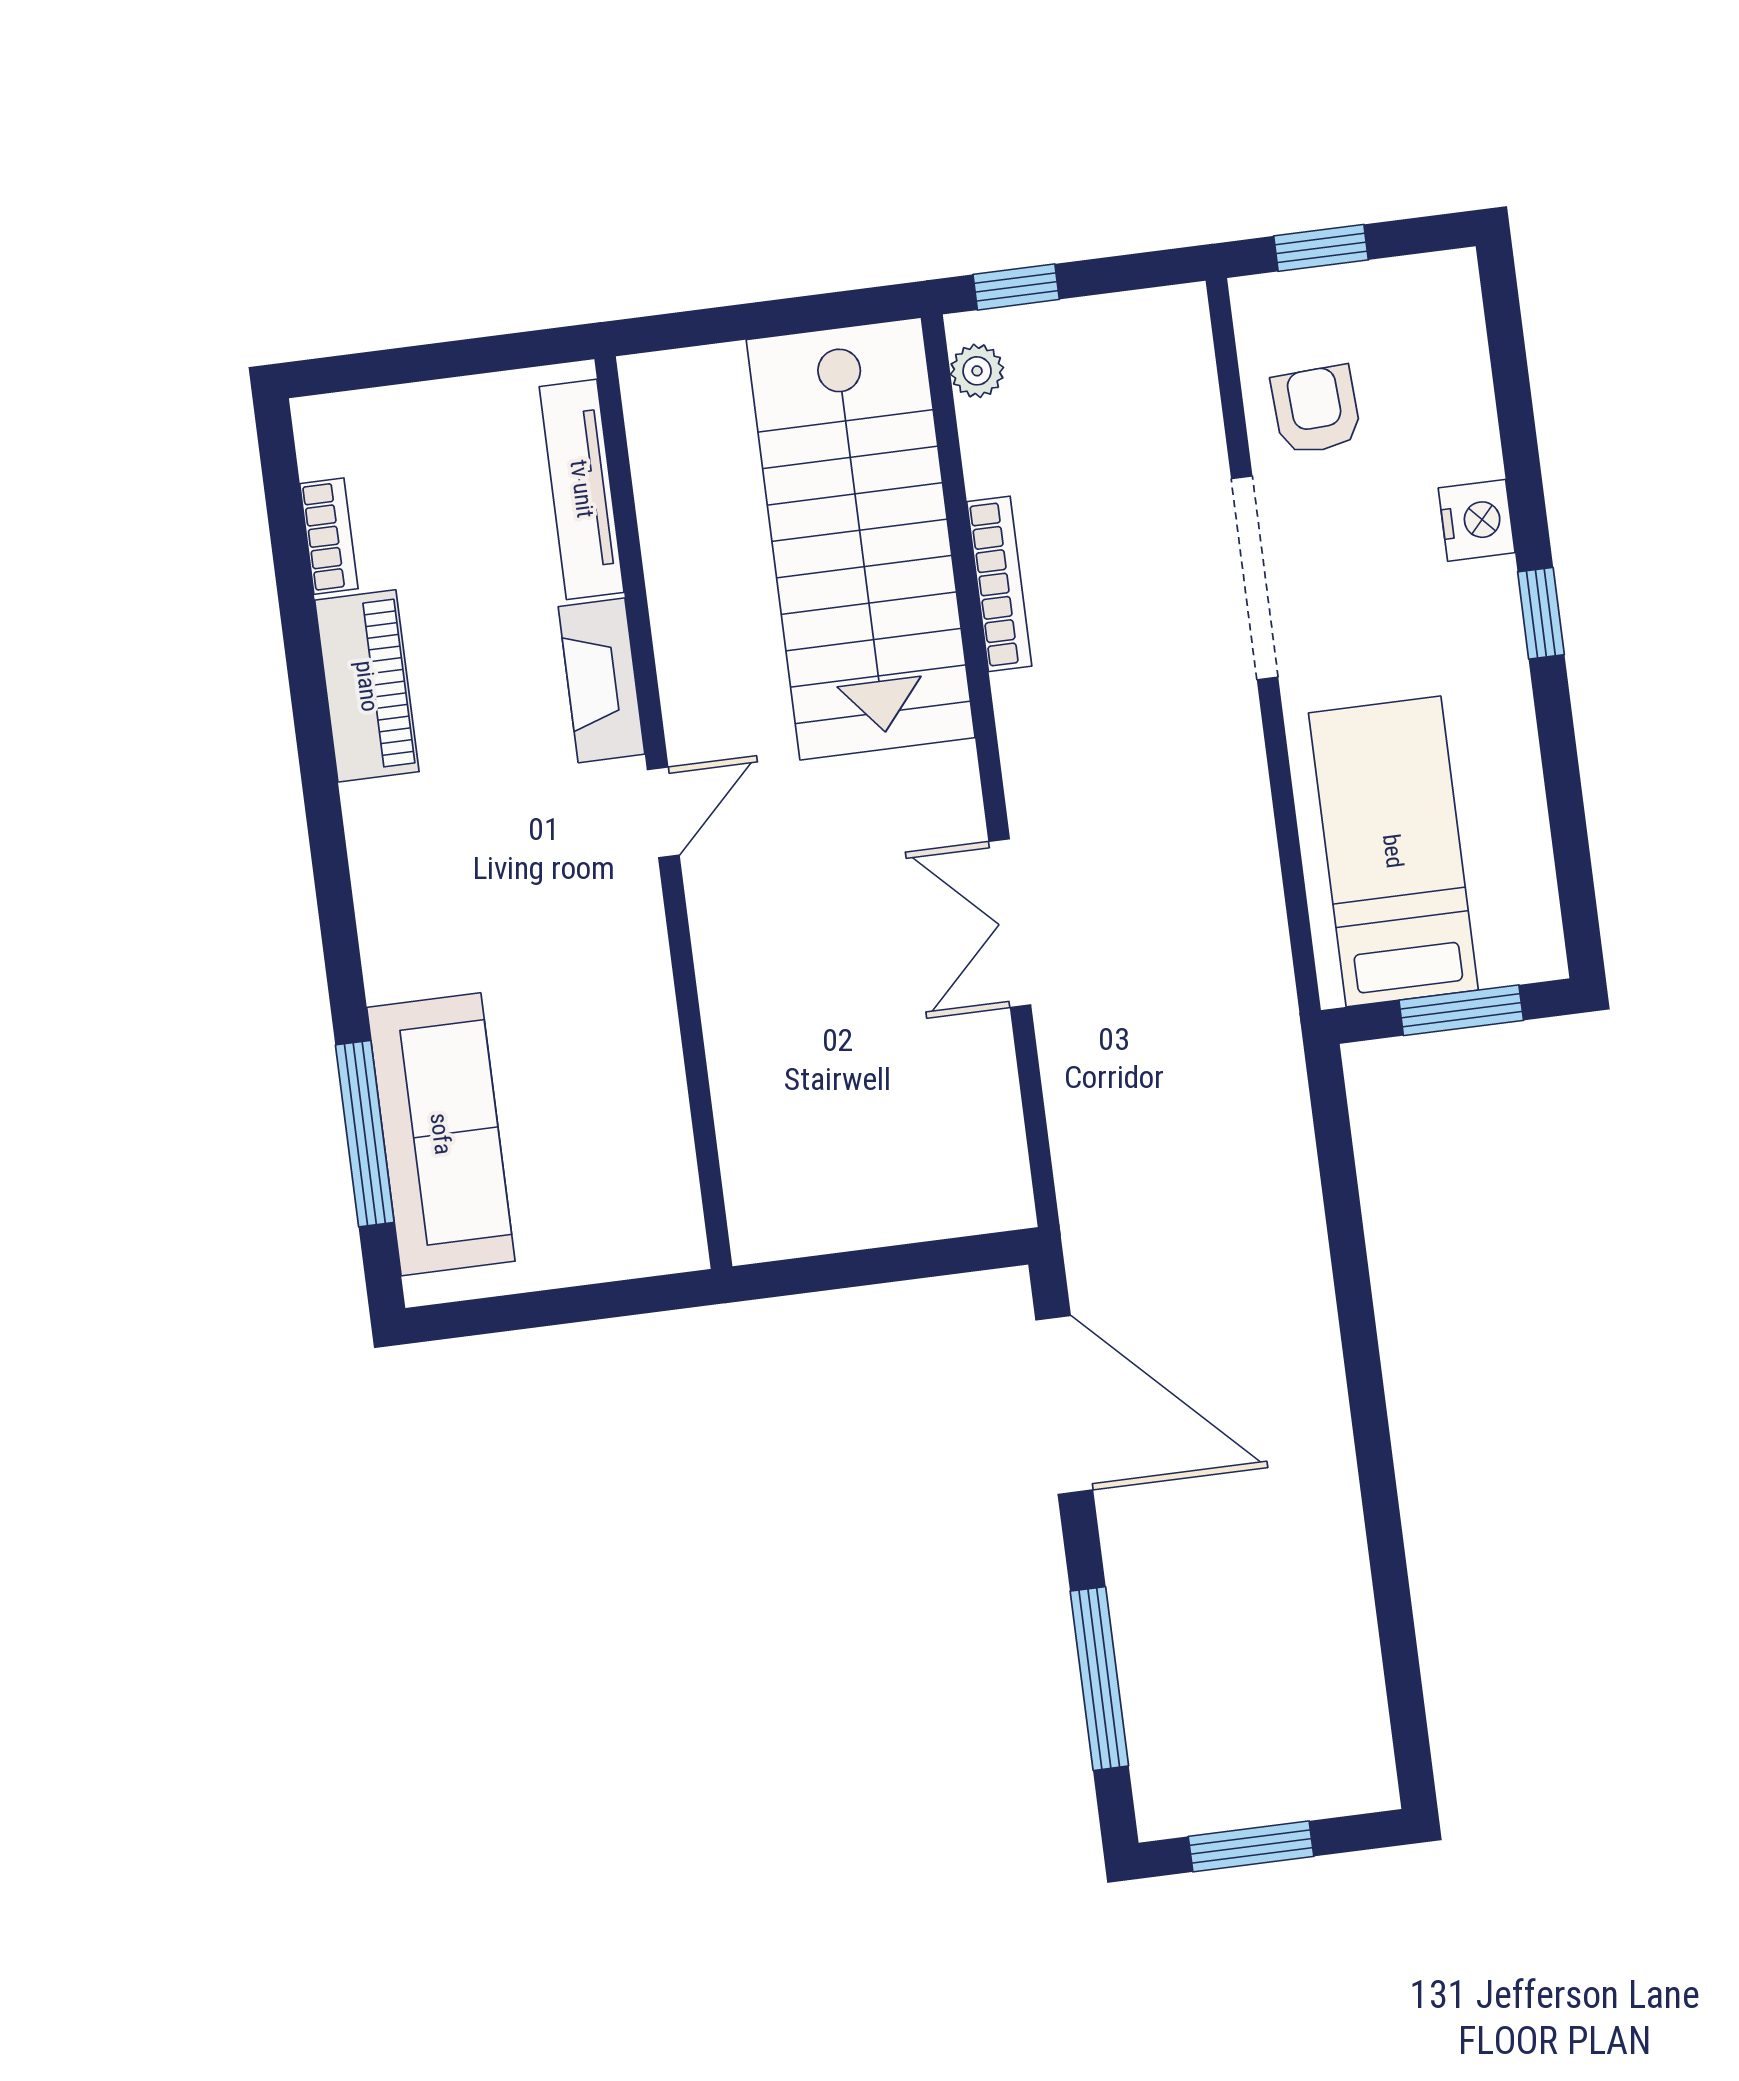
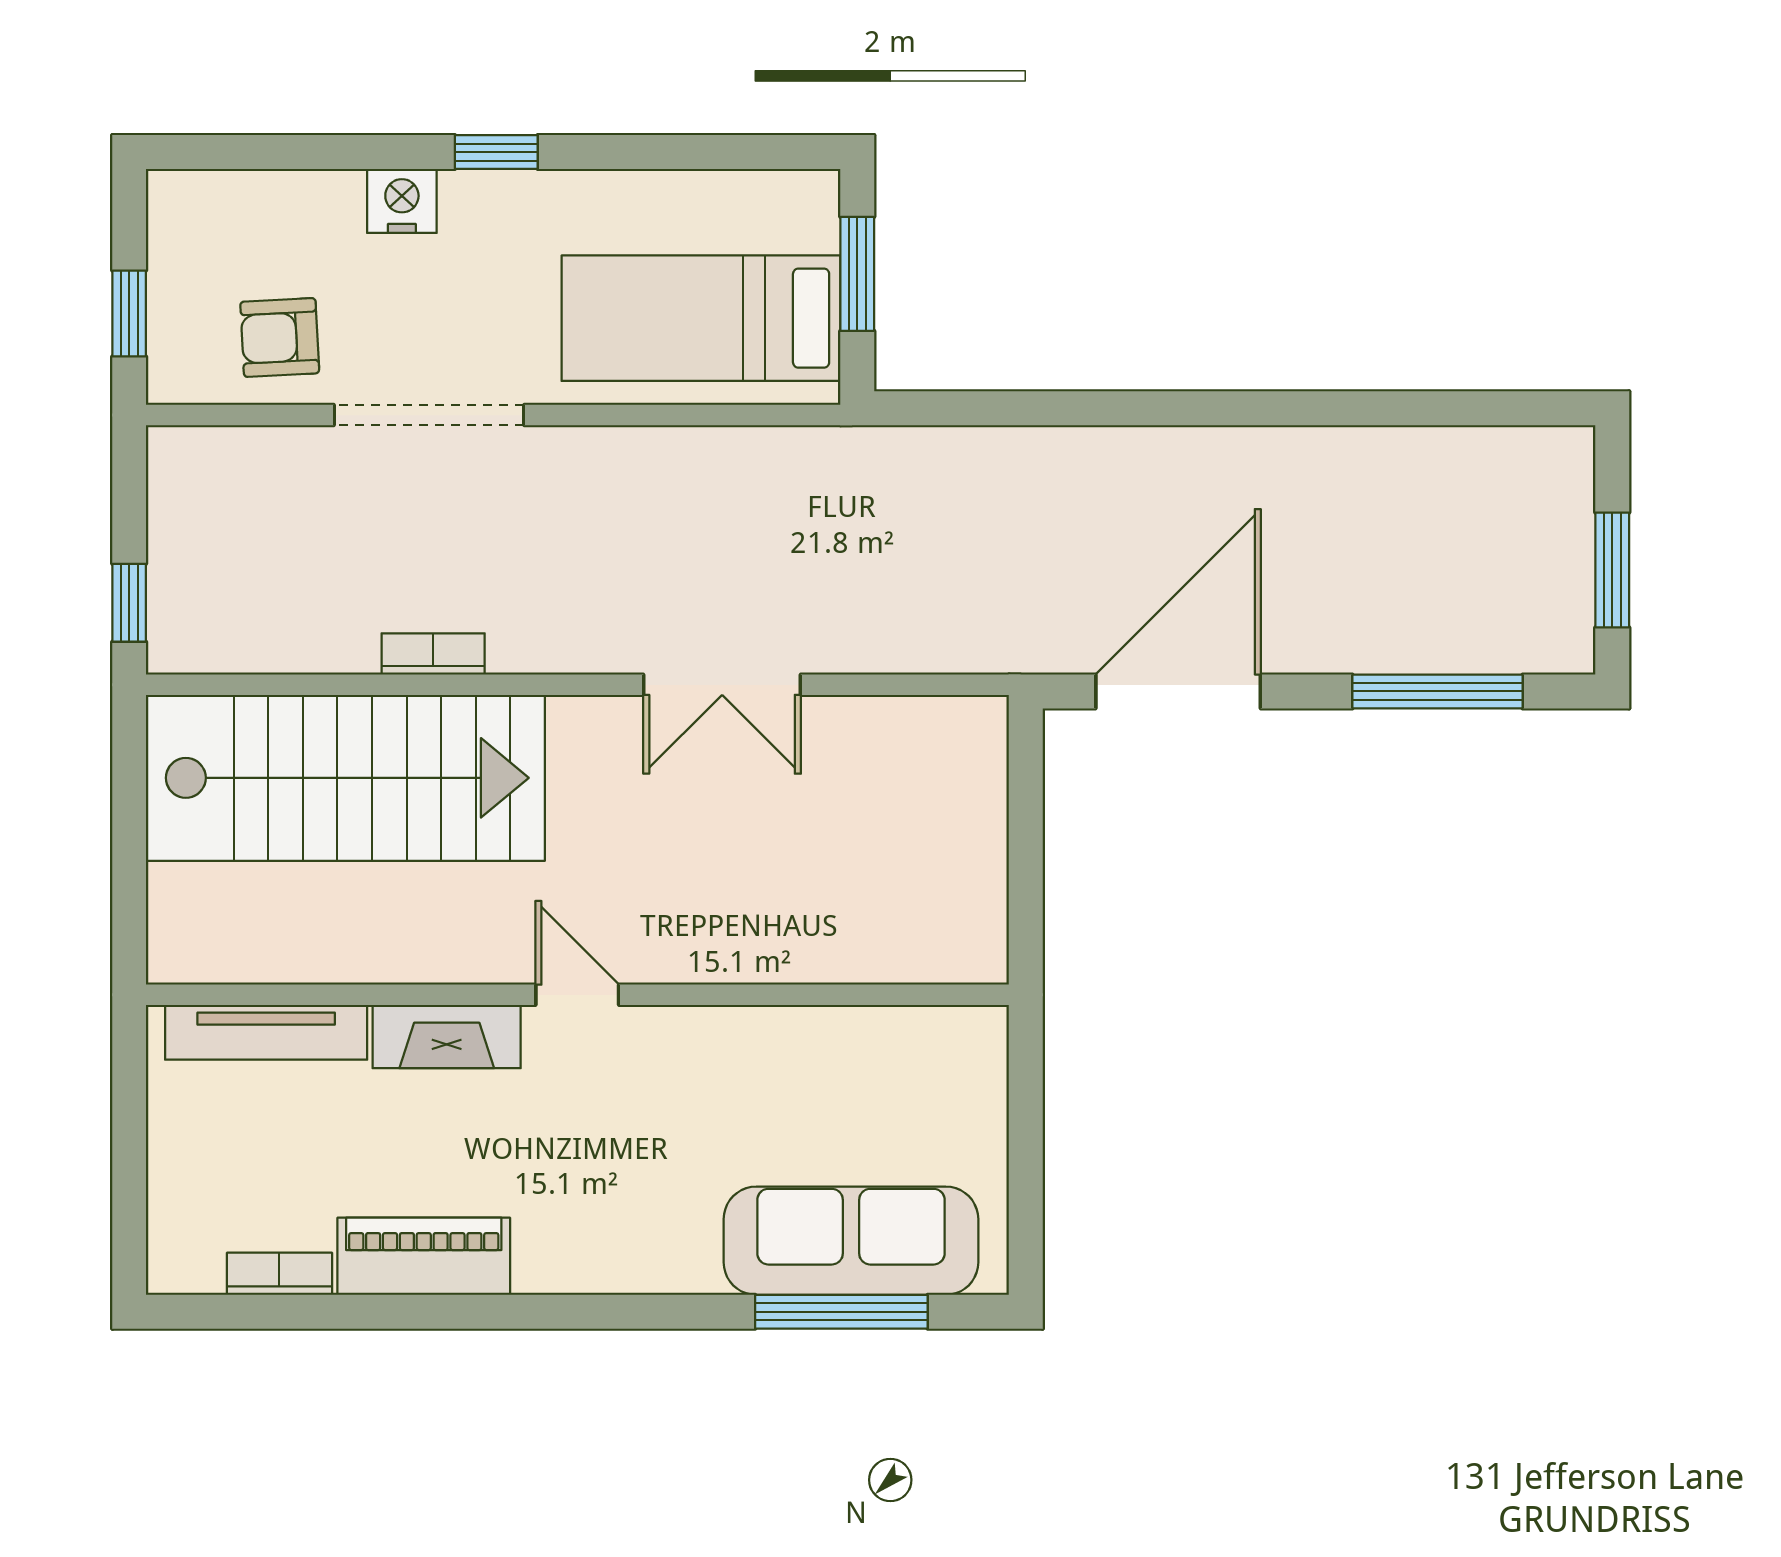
plant: (977, 371) -> (203, 649), removed
bookcase: (999, 584) -> (433, 654), width x0.64

